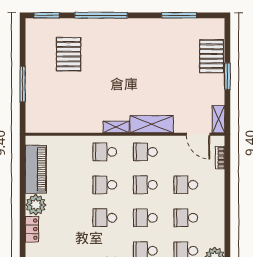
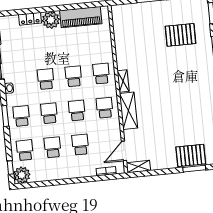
window: (227, 76) -> (194, 169), moved

